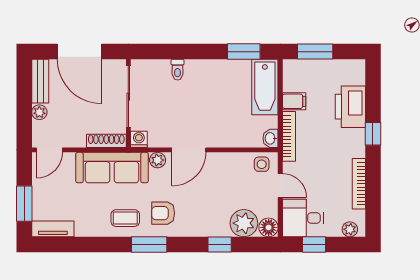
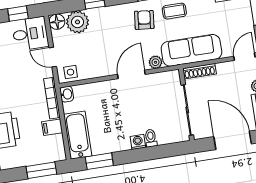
washing machine: (139, 139) -> (138, 142), moved, turned 180
armchair: (163, 213) -> (144, 20), turned -84

